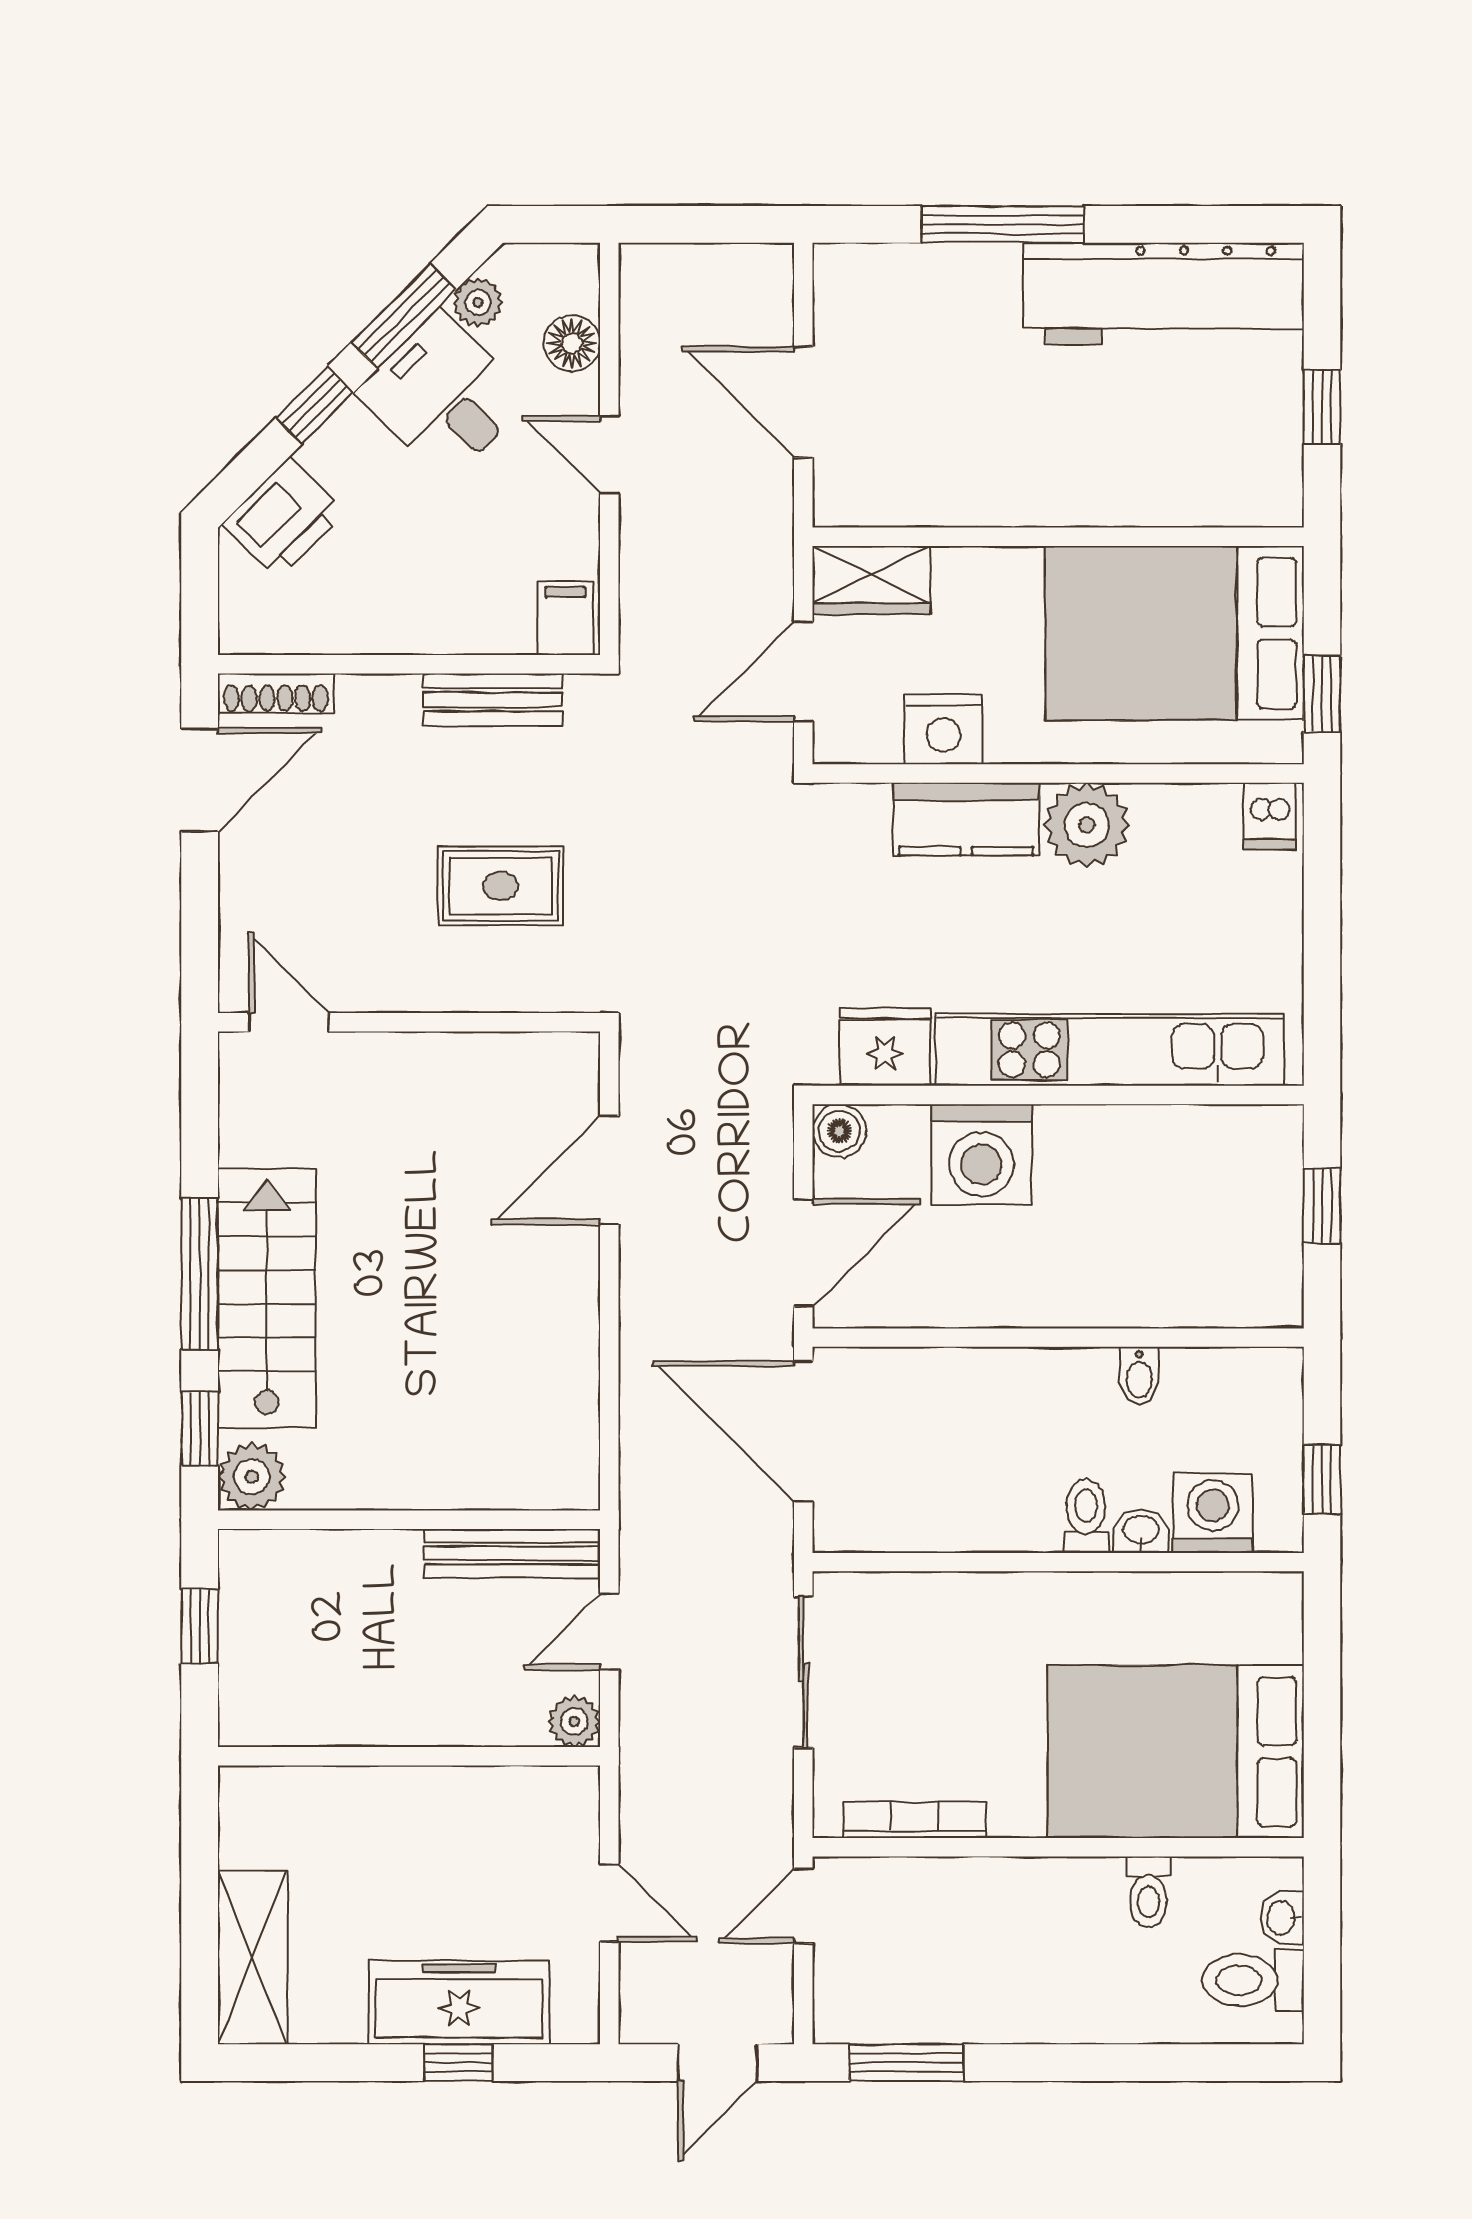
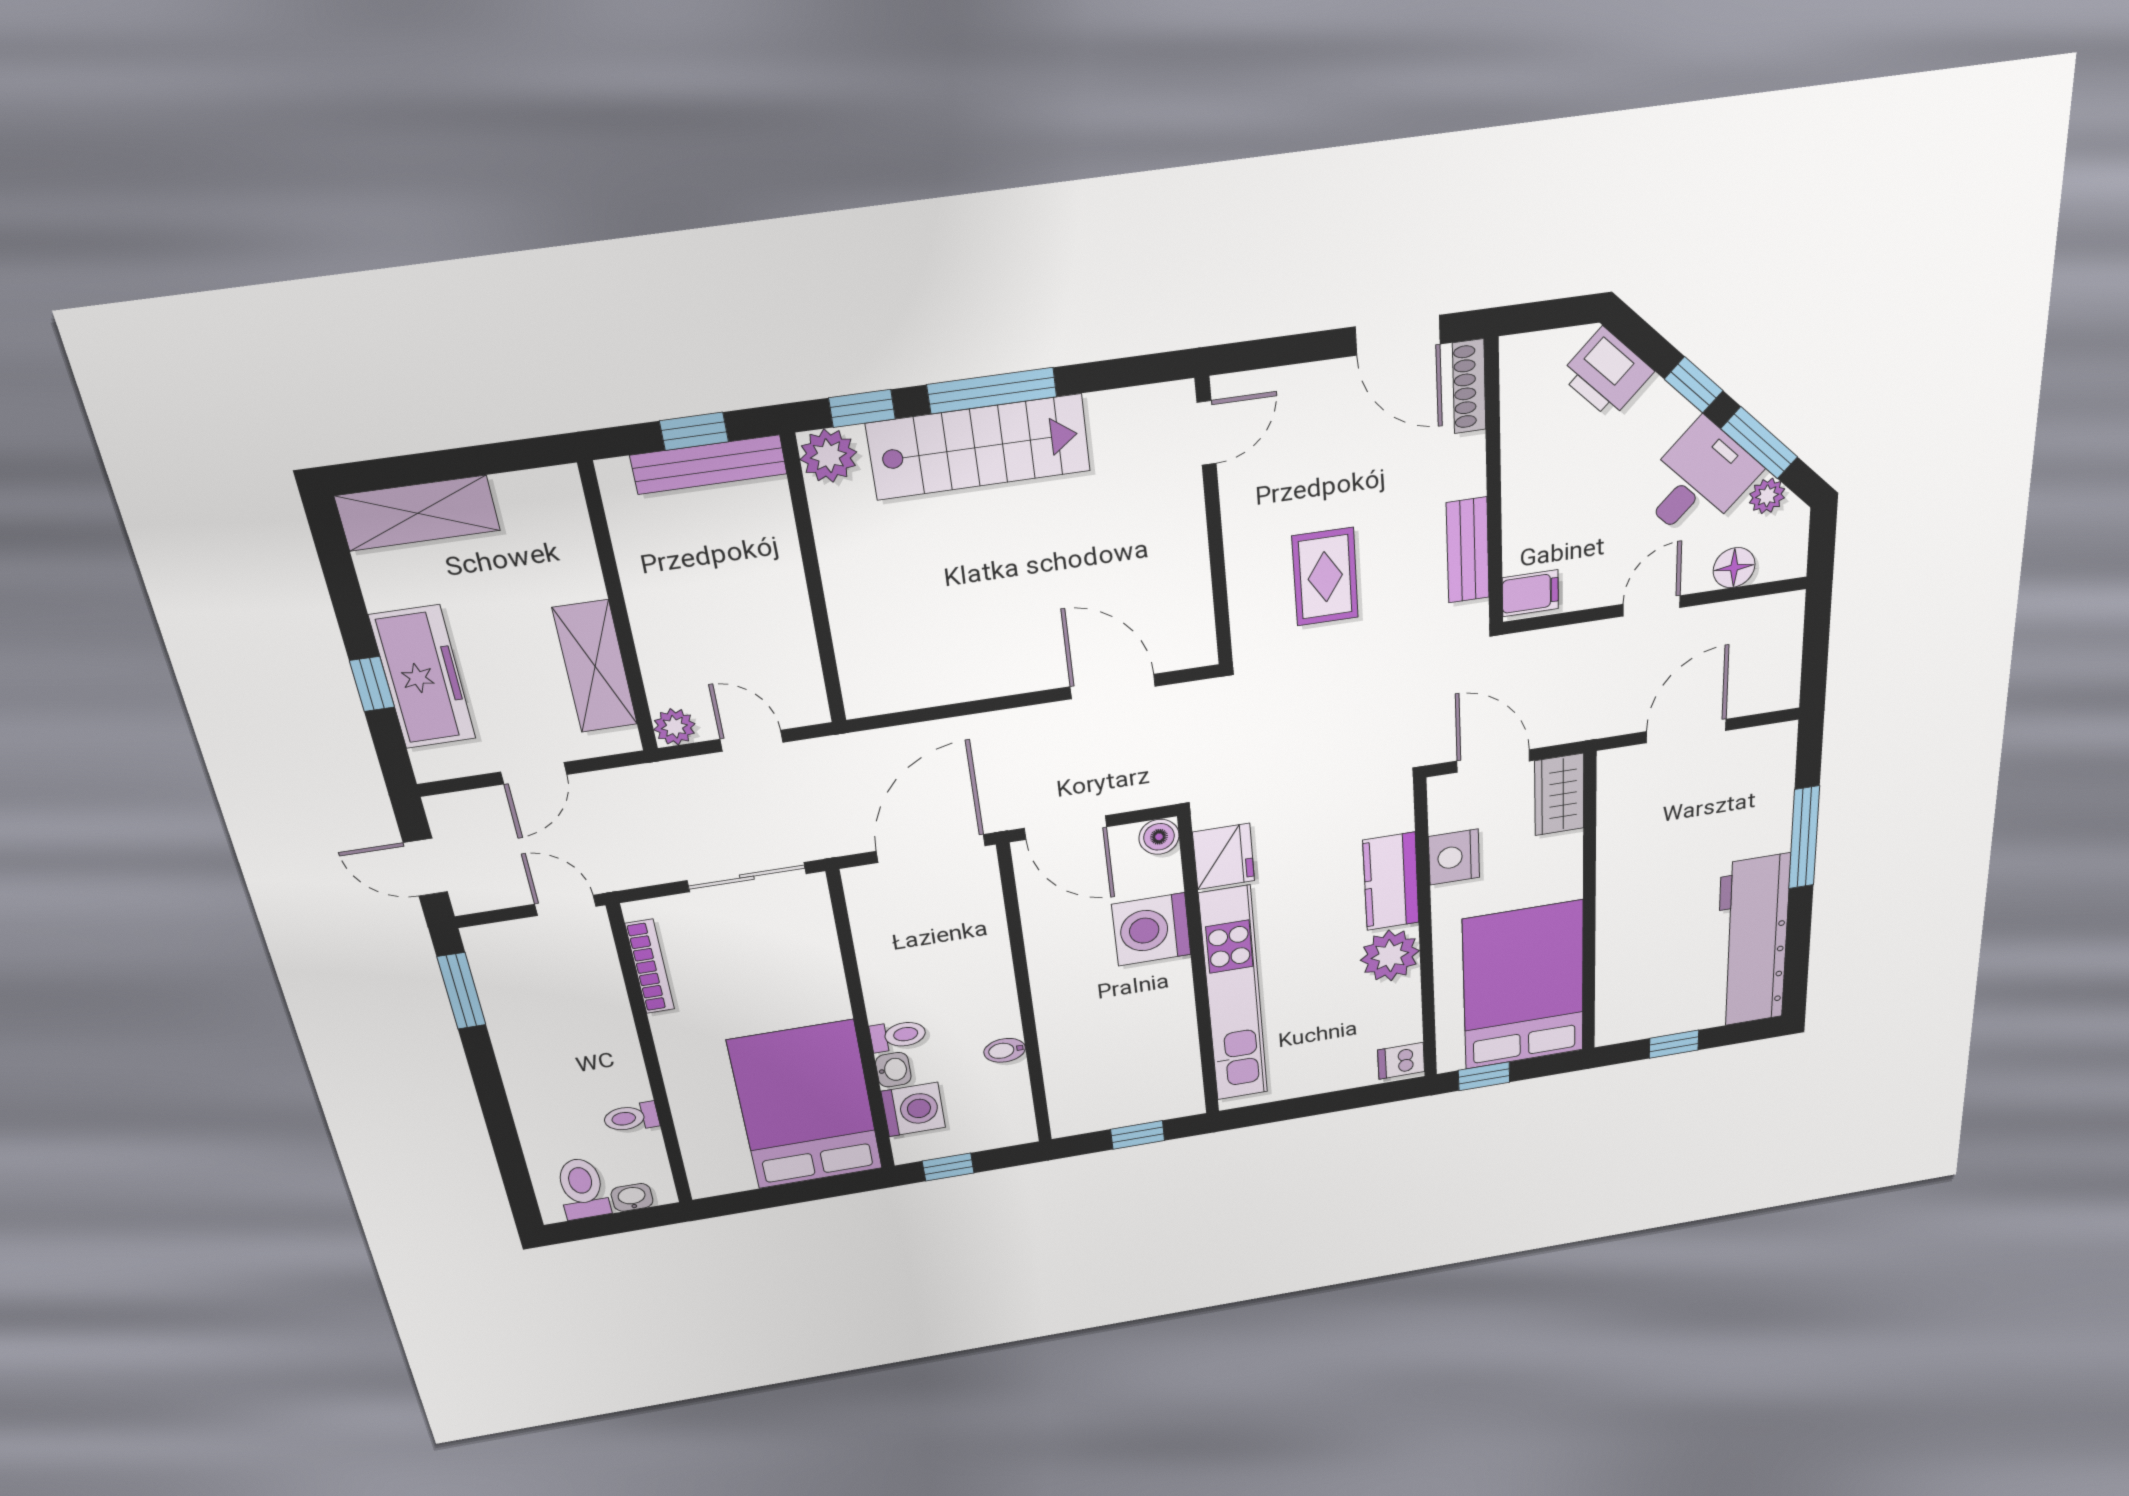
bench: (512, 1553) -> (709, 465), moved, turned 90
bed: (1176, 1752) -> (806, 1105), moved
shelving: (478, 1799) -> (595, 667), added

